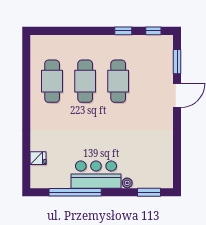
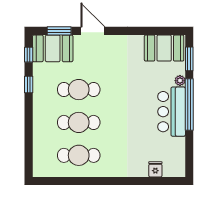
booth: (160, 55) -> (53, 48), added
booth: (160, 167) -> (164, 48), added
window: (75, 192) -> (189, 104), moved

